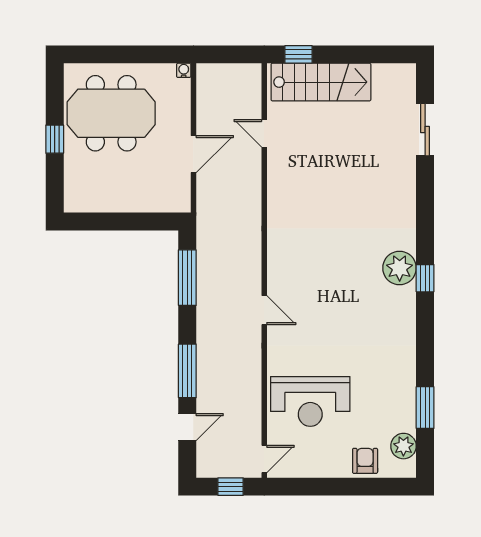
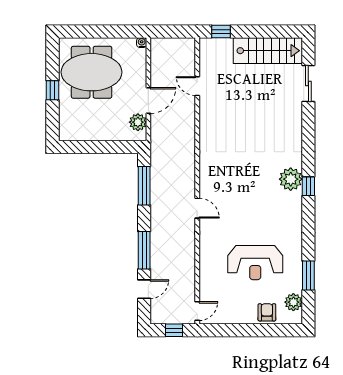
stairs: (321, 82) -> (268, 51), moved
plant: (178, 186) -> (138, 122), added
reception desk: (310, 401) -> (255, 263), moved

